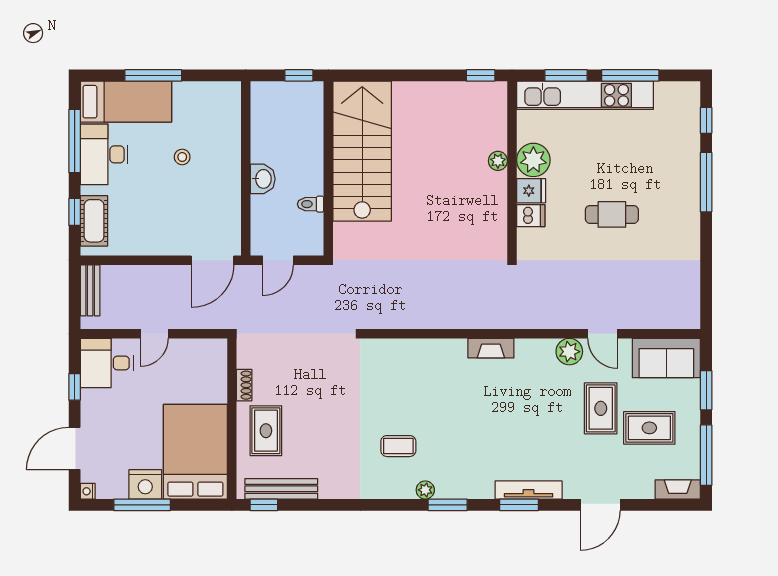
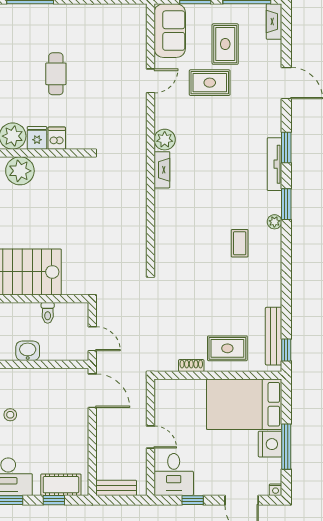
plant: (498, 161) -> (20, 171), width x1.87, depth x1.87
plant: (569, 352) -> (165, 140), moved
tv unit: (529, 490) -> (274, 164), moved

